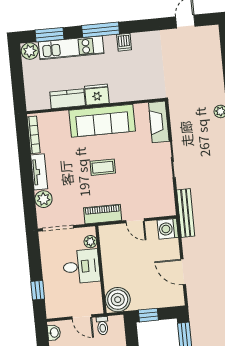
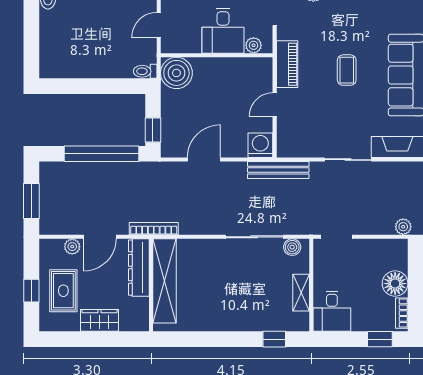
window: (148, 315) -> (153, 130), moved
toilet: (103, 326) -> (145, 71), moved

